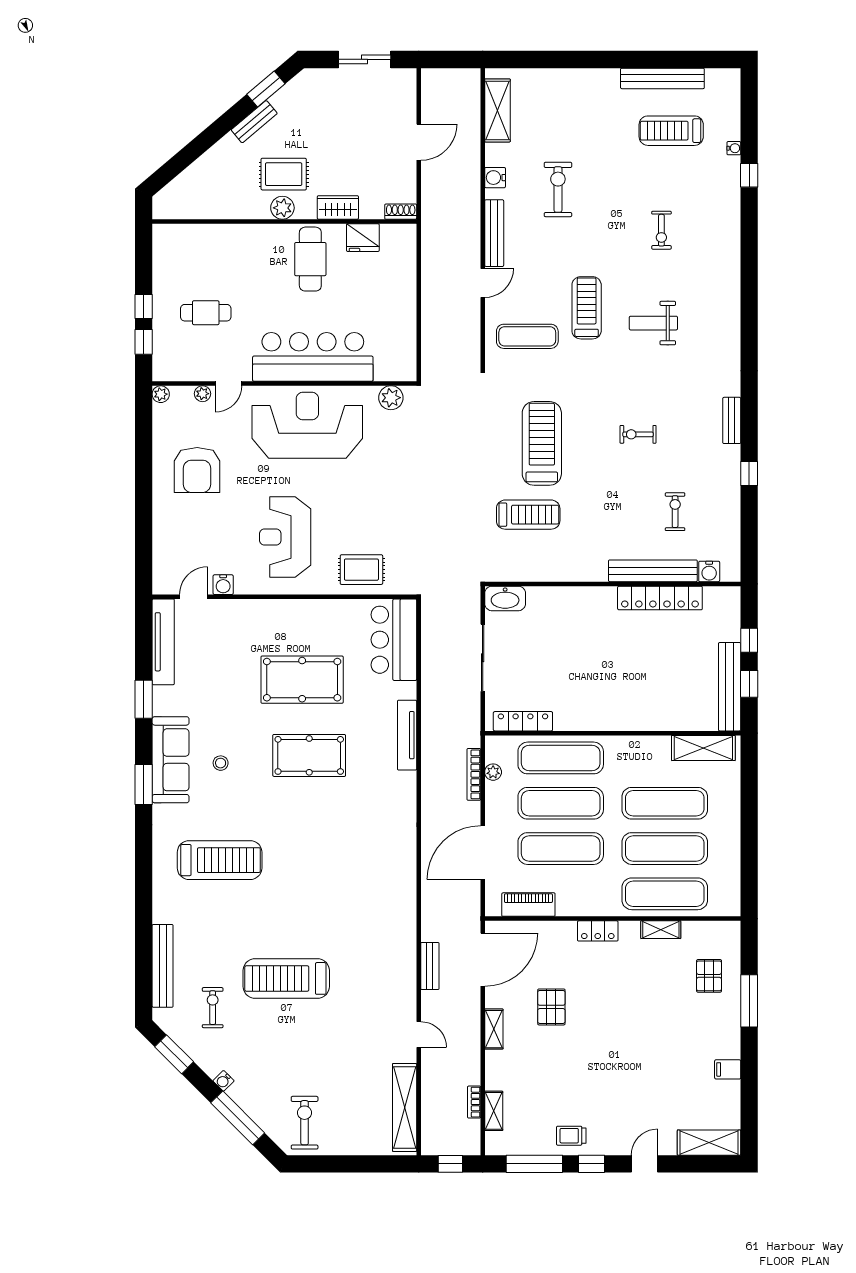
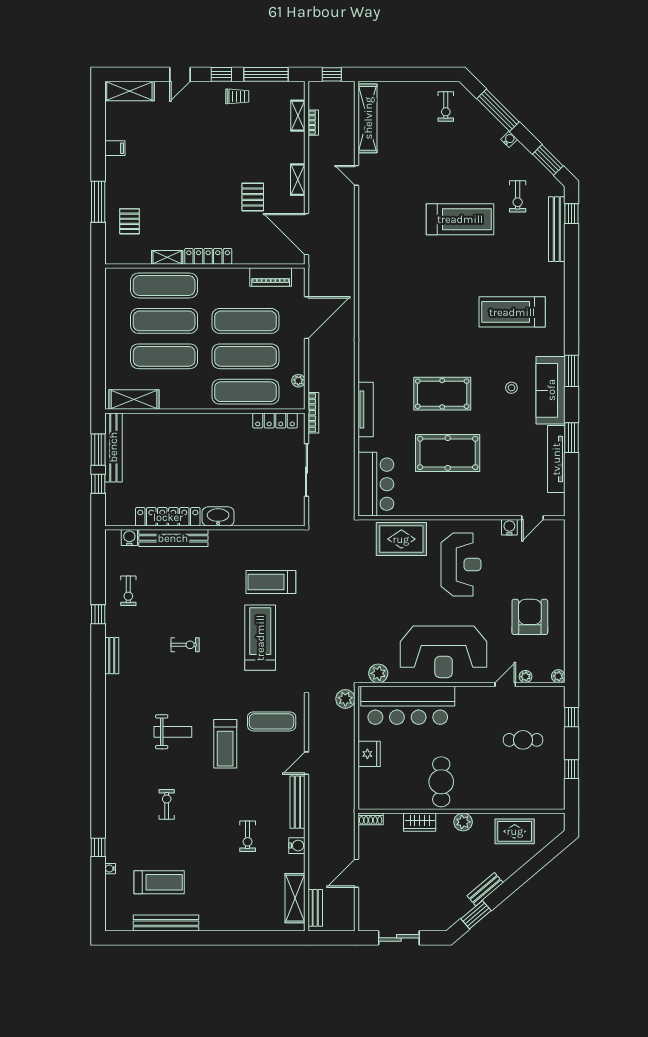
rug: (284, 174) -> (515, 831), moved
exercise bike: (558, 189) -> (248, 836), width x0.73, depth x0.72
fridge: (363, 238) -> (369, 754), moved, turned 90
window: (144, 306) -> (572, 769), moved
bar counter: (313, 357) -> (408, 705), moved
plant: (433, 365) -> (345, 699), added
treadmill: (542, 443) -> (260, 638), turned 180
exercise bike: (675, 512) -> (128, 591), moved
rug: (361, 570) -> (401, 539), width x1.36, depth x1.43
washbasin: (505, 598) -> (218, 516), moved
tv unit: (163, 642) -> (556, 459), moved
window: (749, 684) -> (98, 450), width x1.50
bookcase: (474, 774) -> (313, 413), moved
locker: (598, 931) -> (208, 256), width x1.53
door: (483, 960) -> (306, 234), hinge flipped
bench: (430, 966) -> (315, 908), moved
window: (144, 986) -> (572, 214), added
exercise bike: (305, 1123) -> (446, 106), width x0.73, depth x0.72

